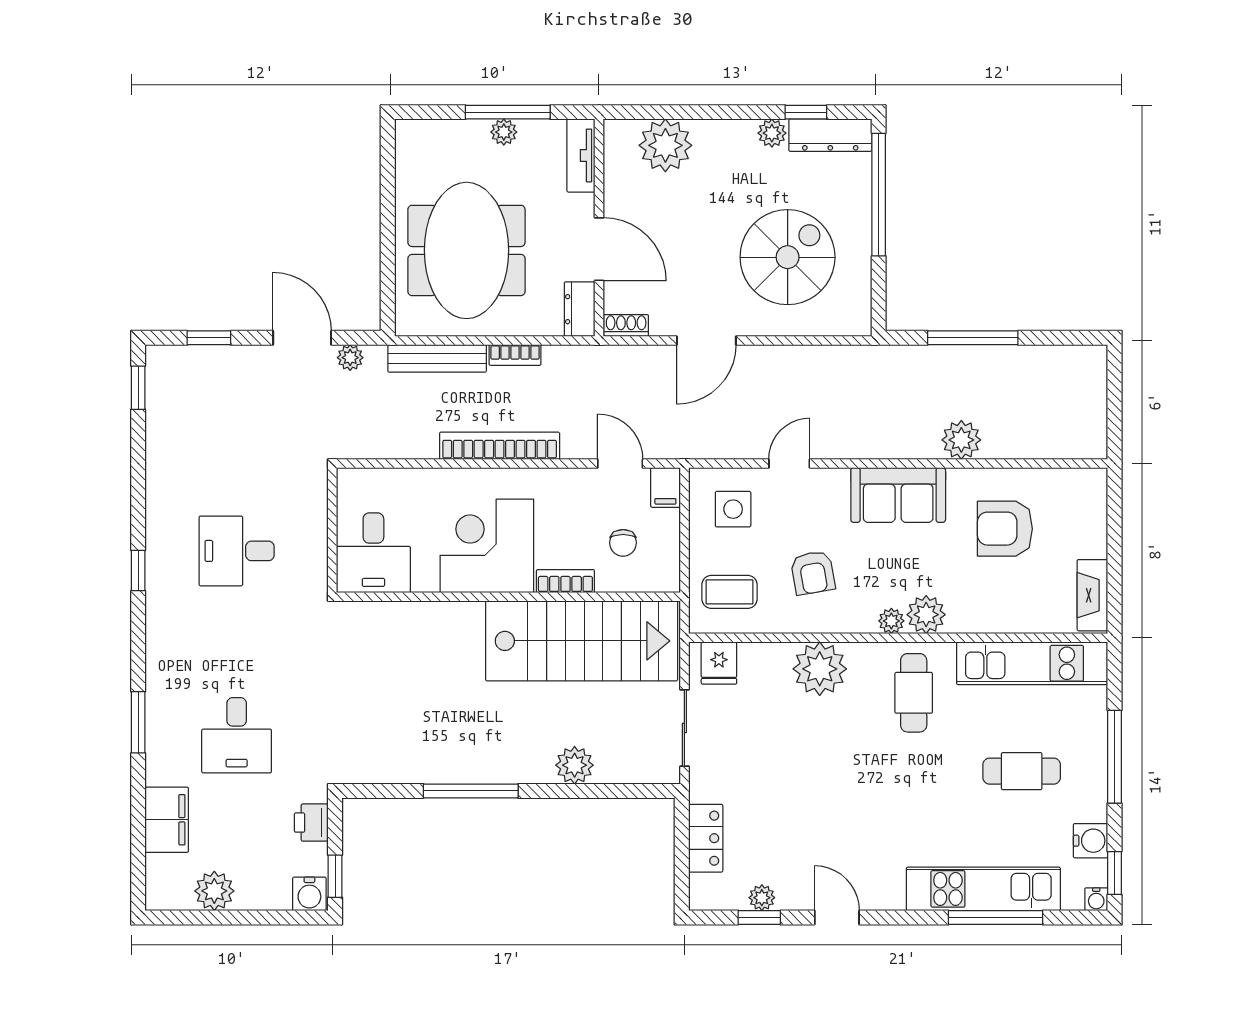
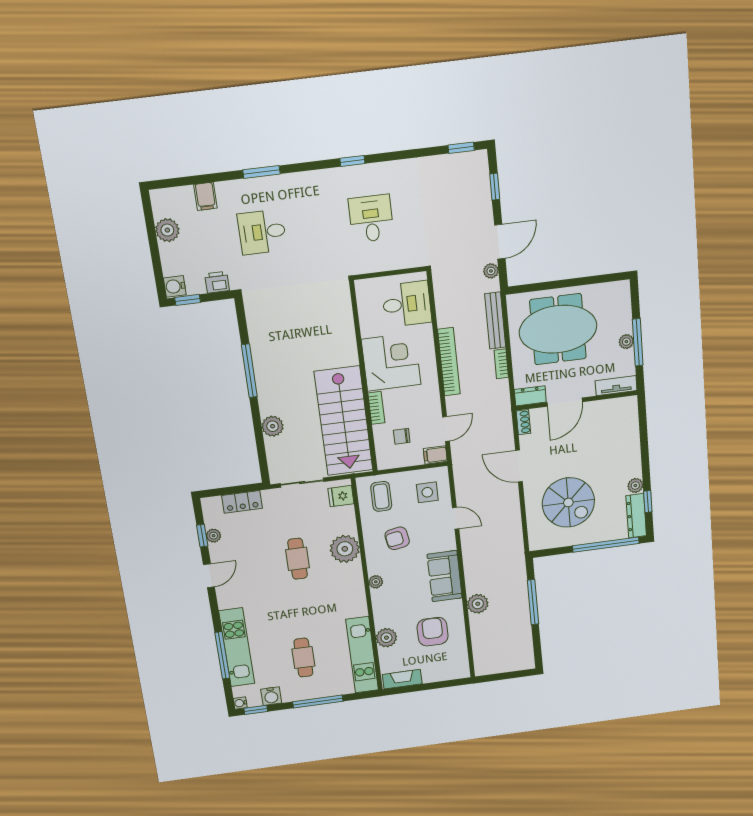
plant: (665, 145) -> (625, 430), removed
desk: (373, 553) -> (407, 304), moved, turned 180
plant: (926, 615) -> (386, 638), moved
cafe table: (914, 693) -> (298, 559), moved, turned 90
filing cabinet: (167, 820) -> (205, 196), width x0.50

